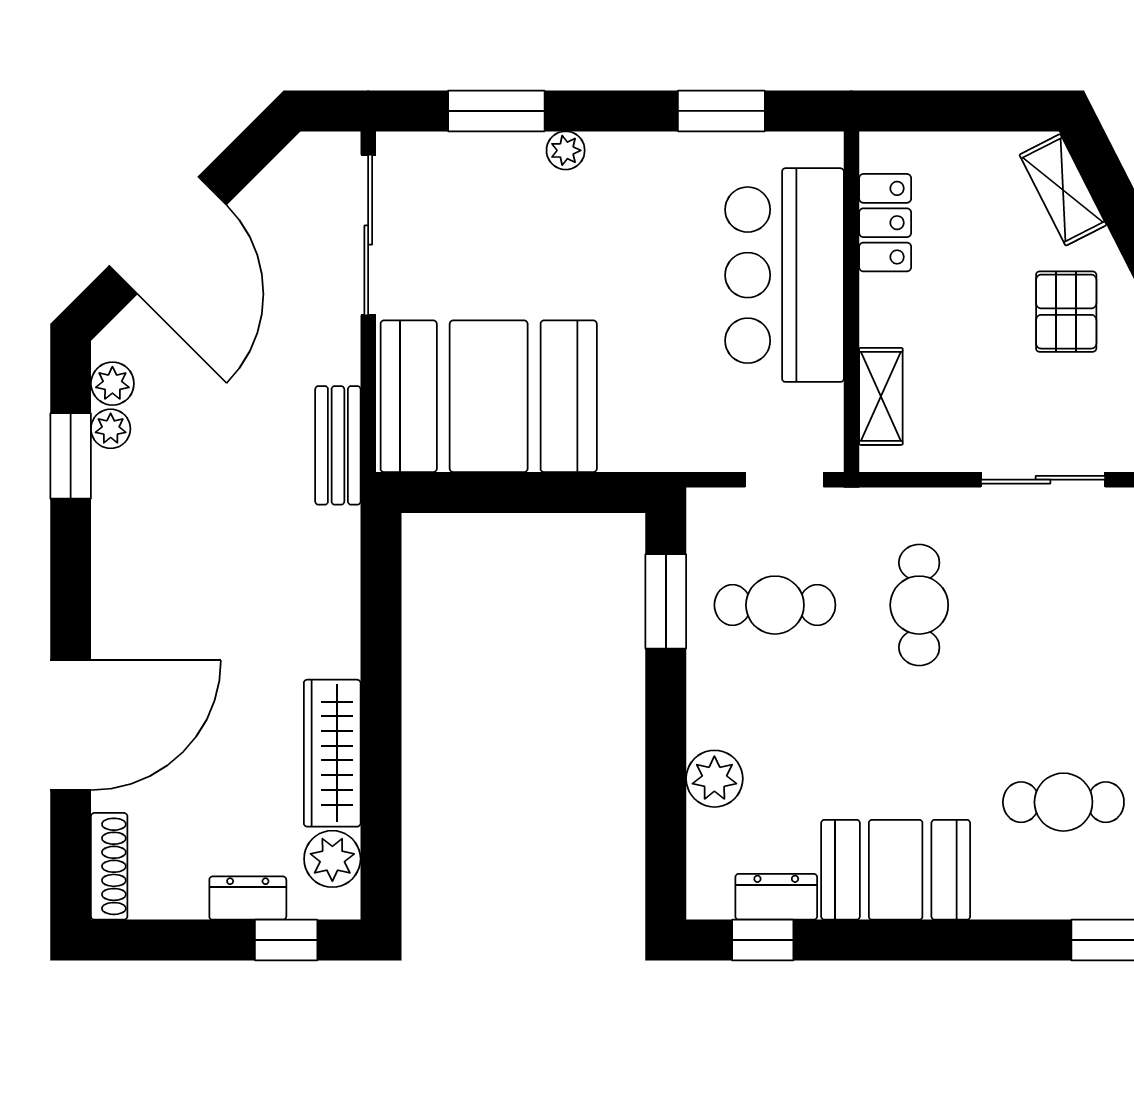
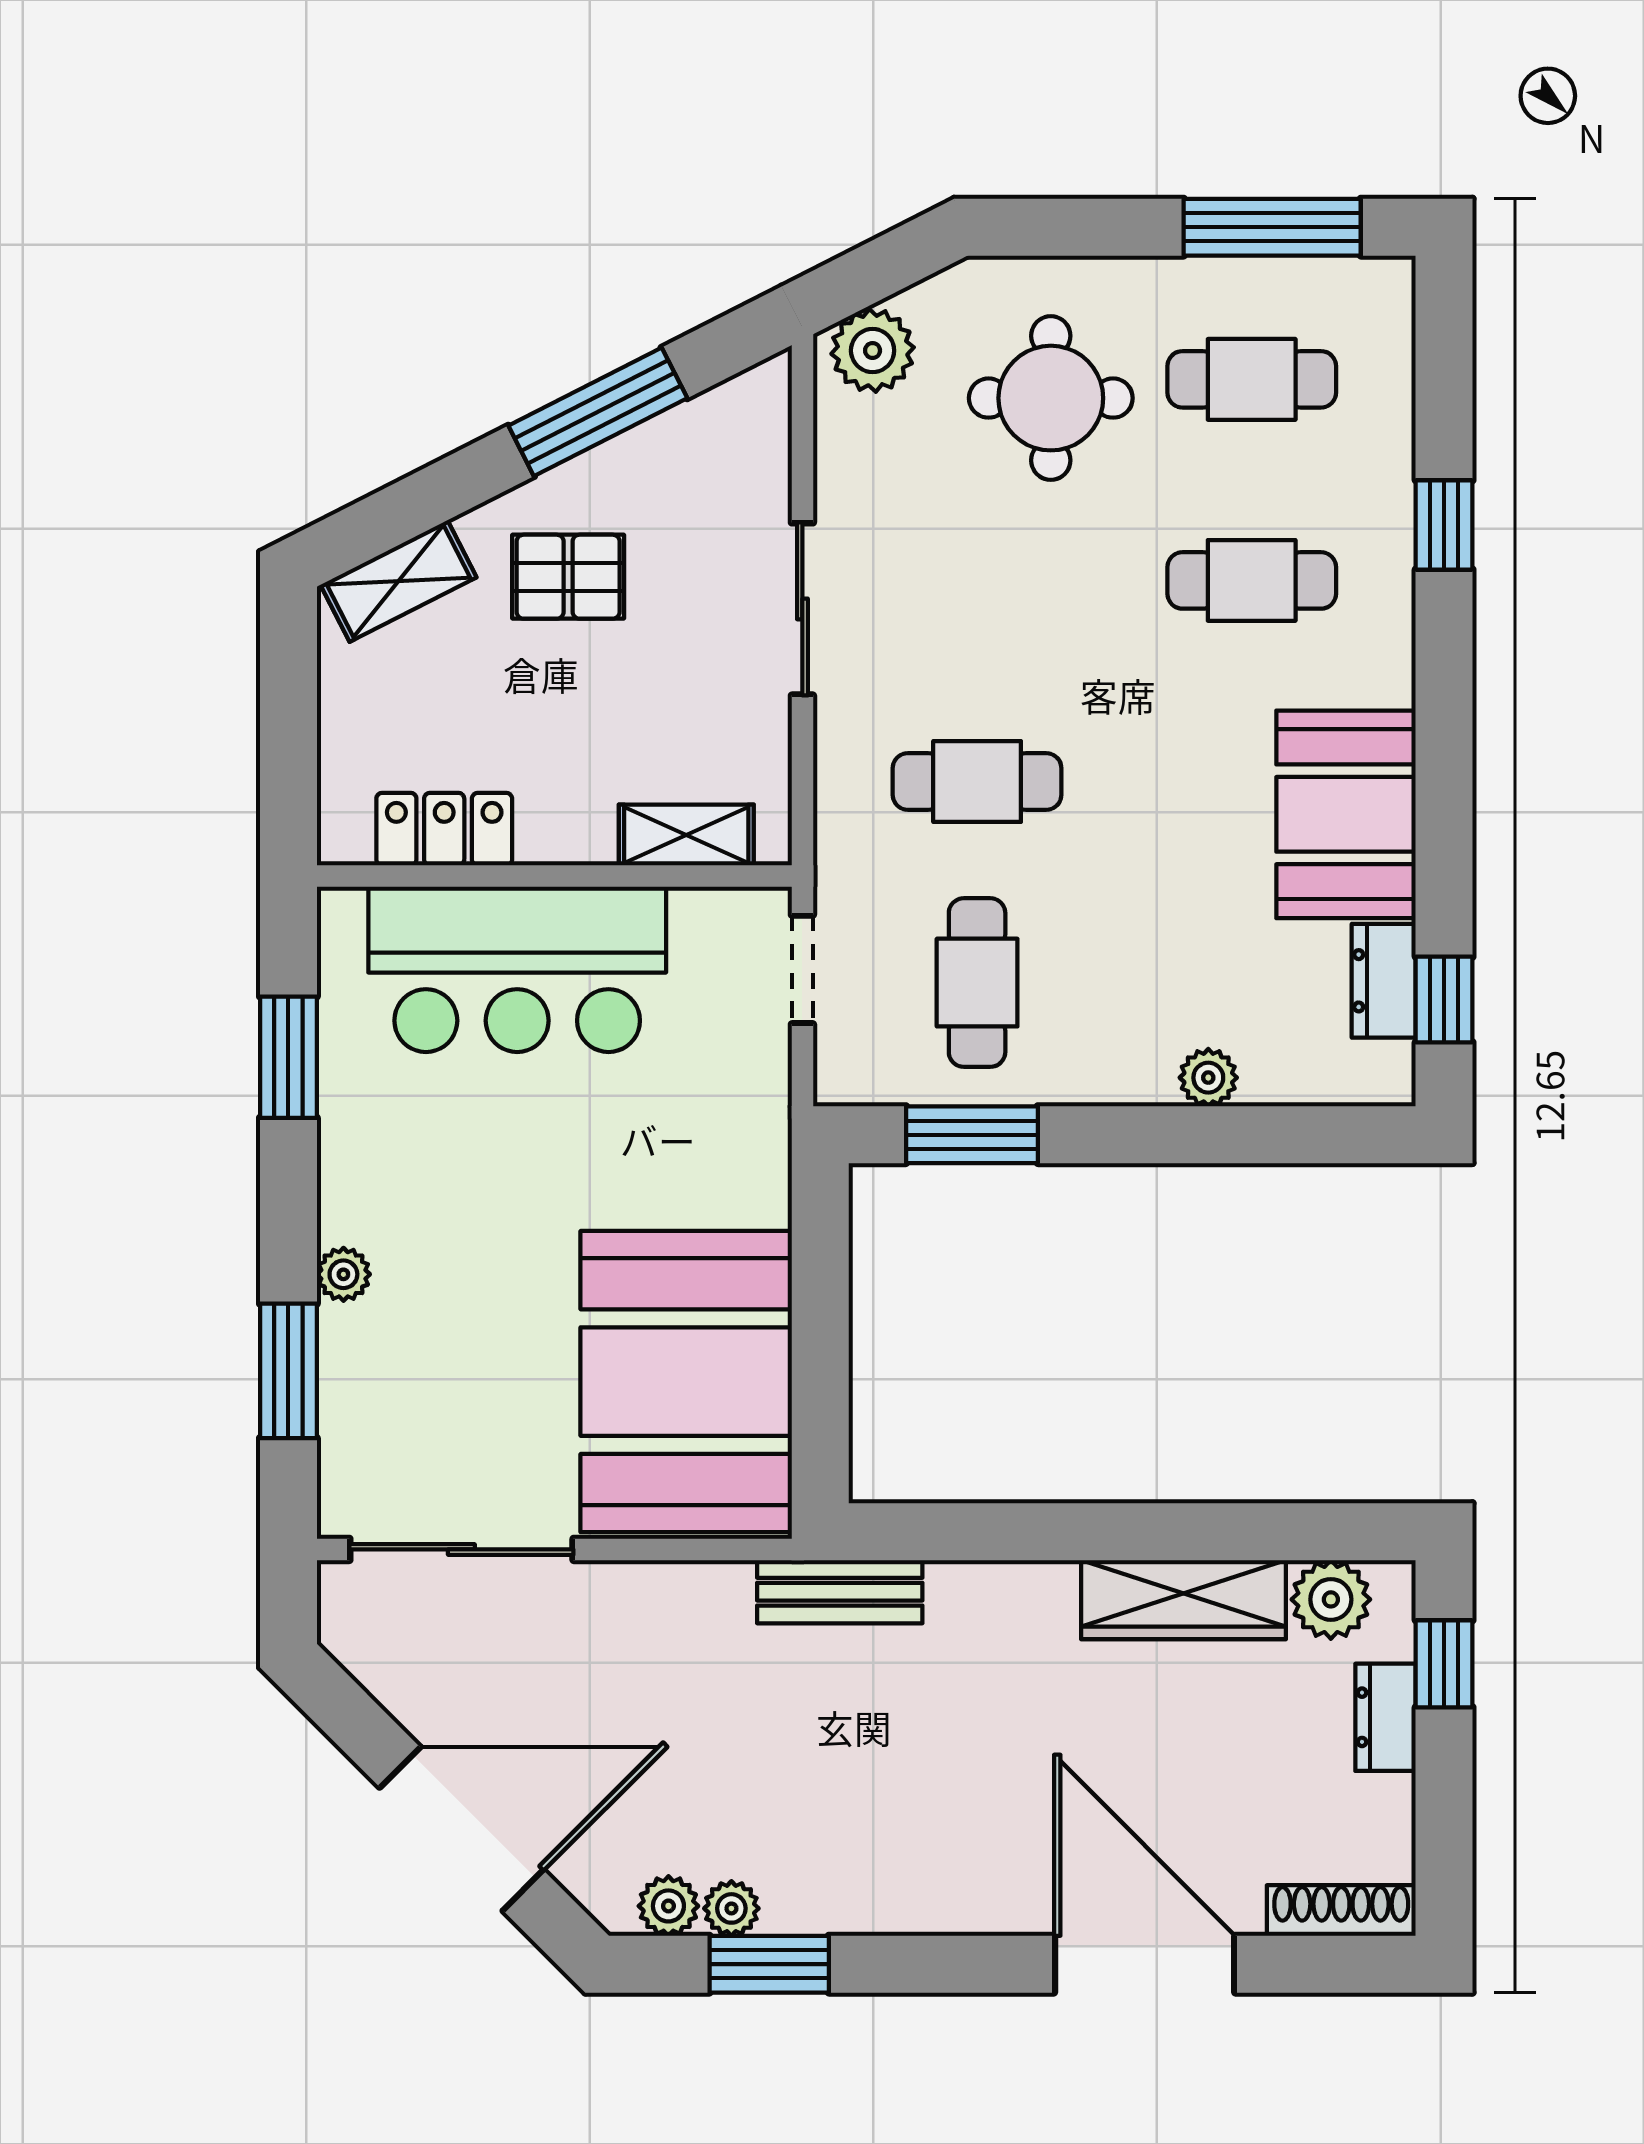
bench: (338, 445) -> (840, 1592), moved
plant: (714, 779) -> (1208, 1078), width x0.73, depth x0.73
cafe table: (1063, 802) -> (1252, 580), turned 90

